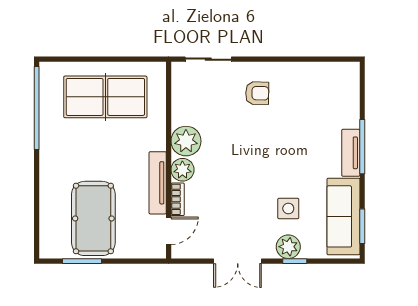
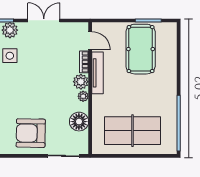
armchair: (257, 93) -> (31, 133), width x1.88, depth x1.88
floor lamp: (185, 110) -> (79, 122), added
plant: (186, 141) -> (83, 96), width x0.53, depth x0.53
door: (169, 231) -> (90, 41), swing flipped

